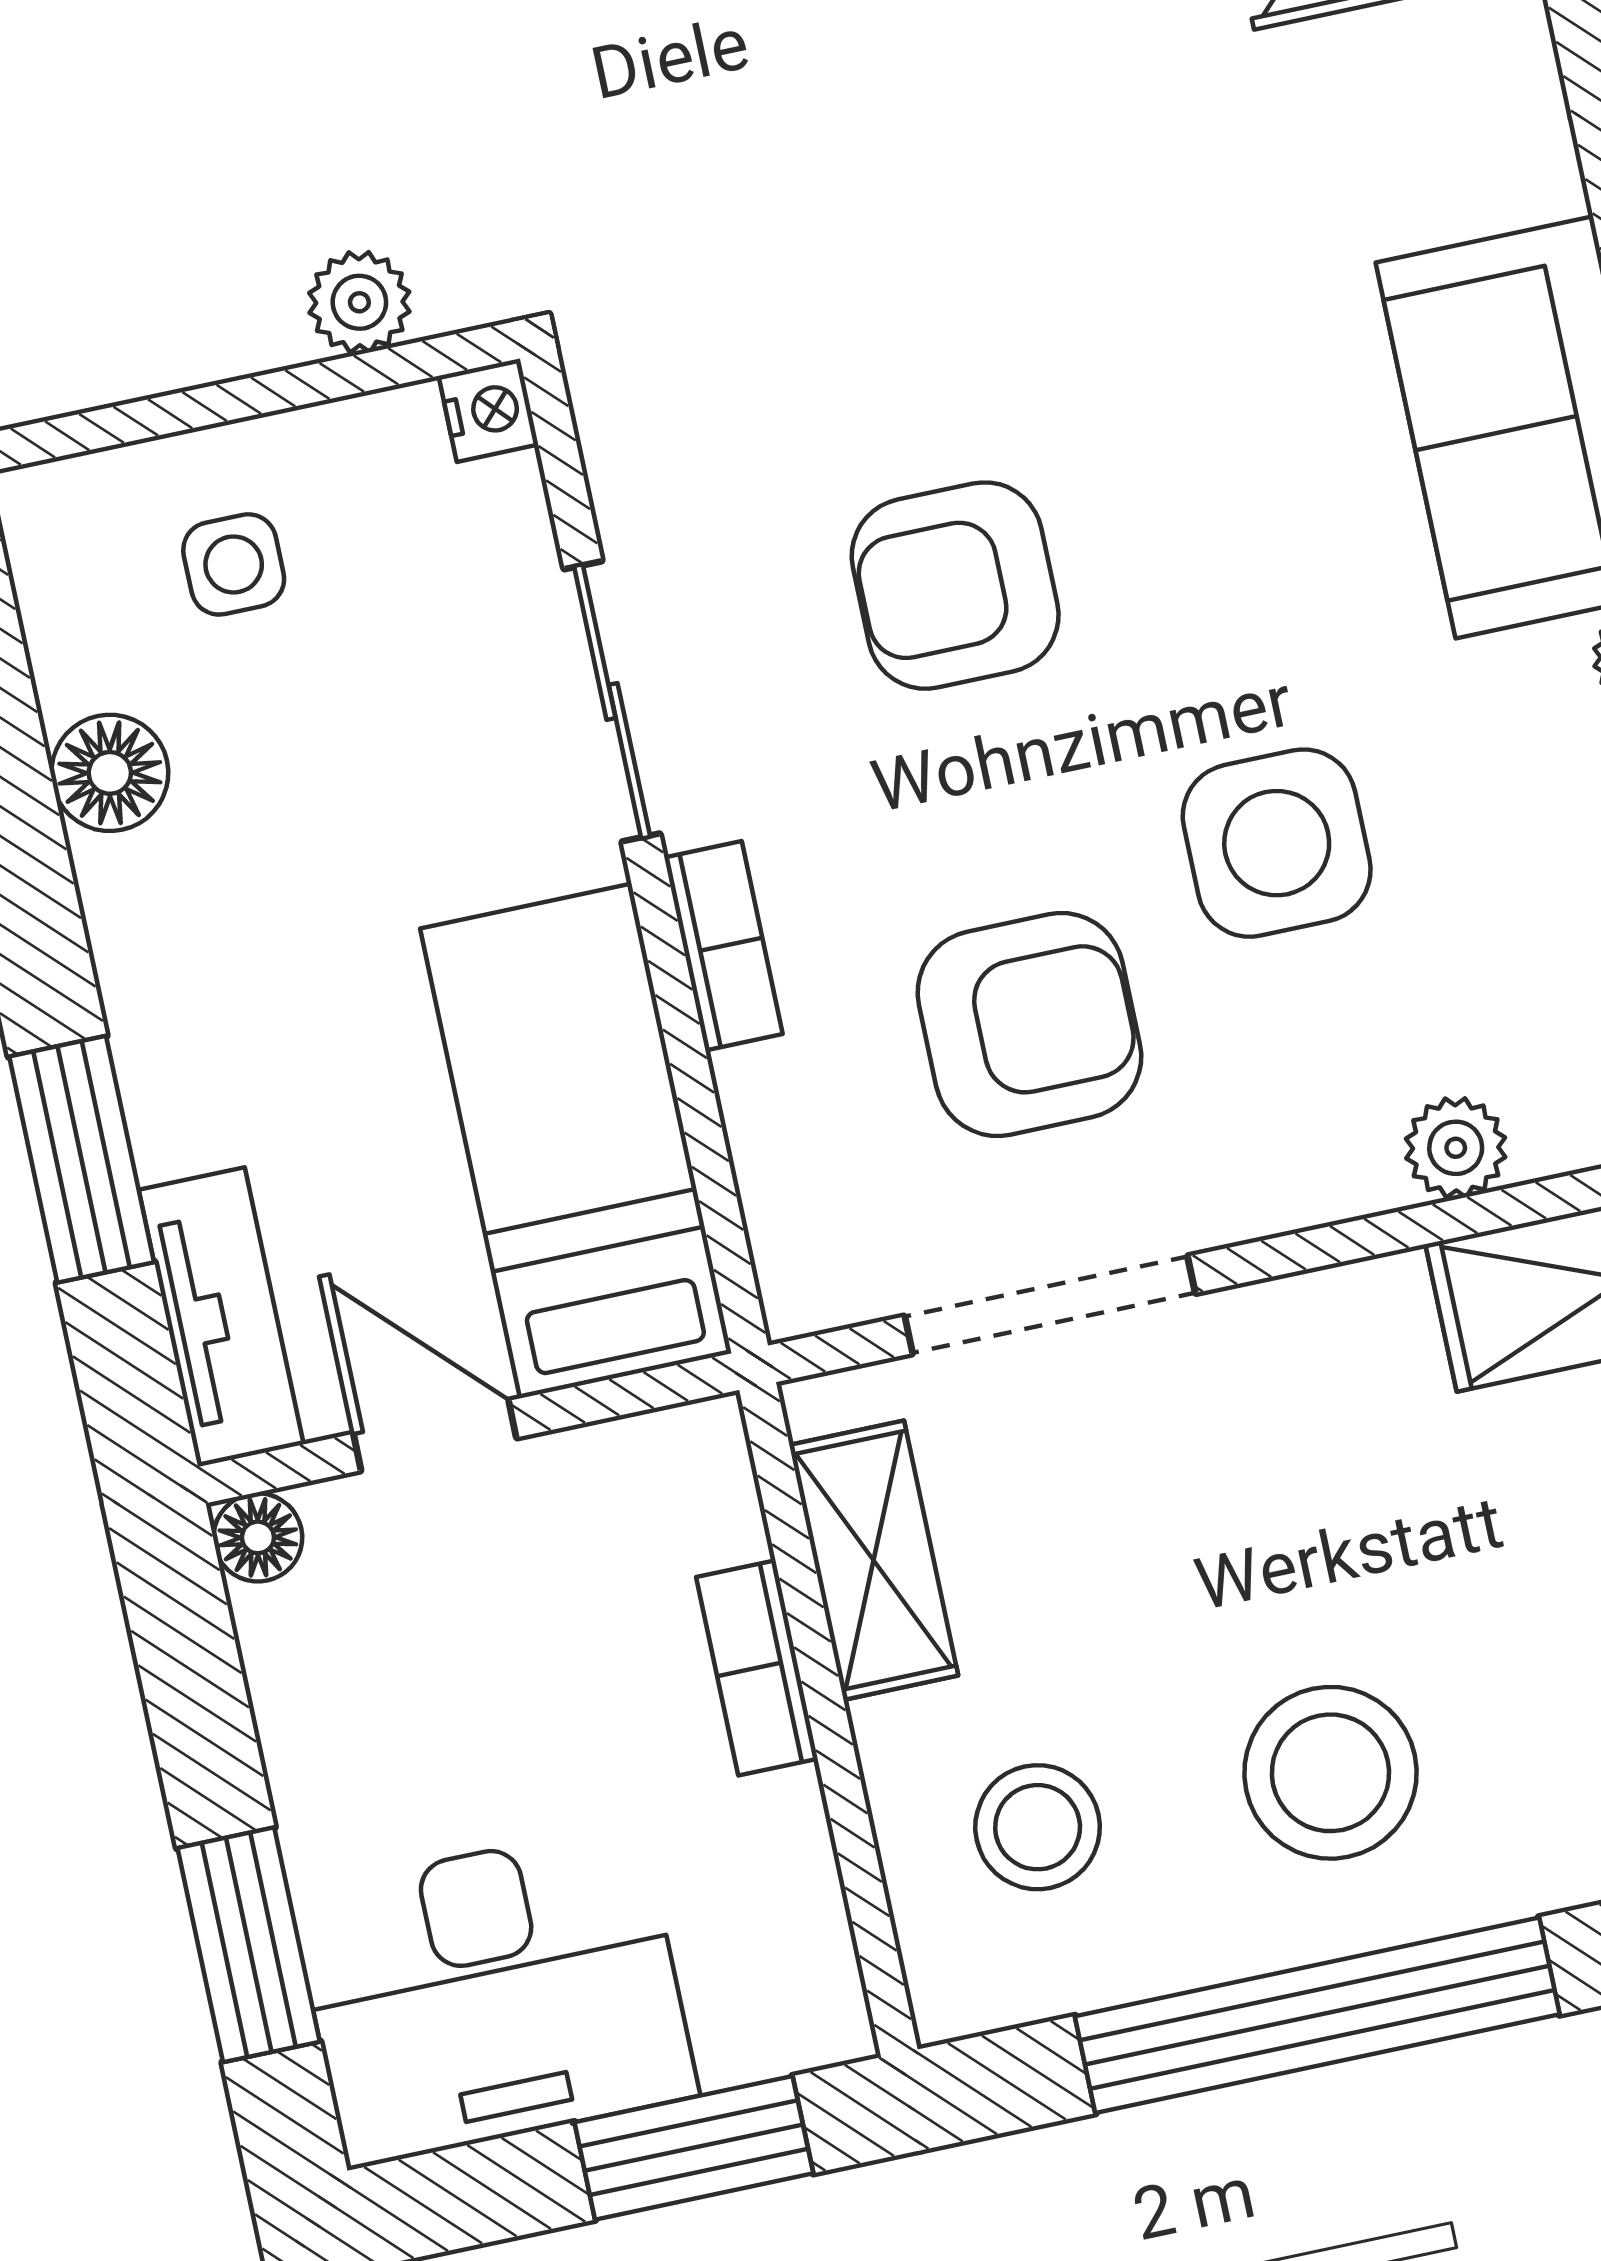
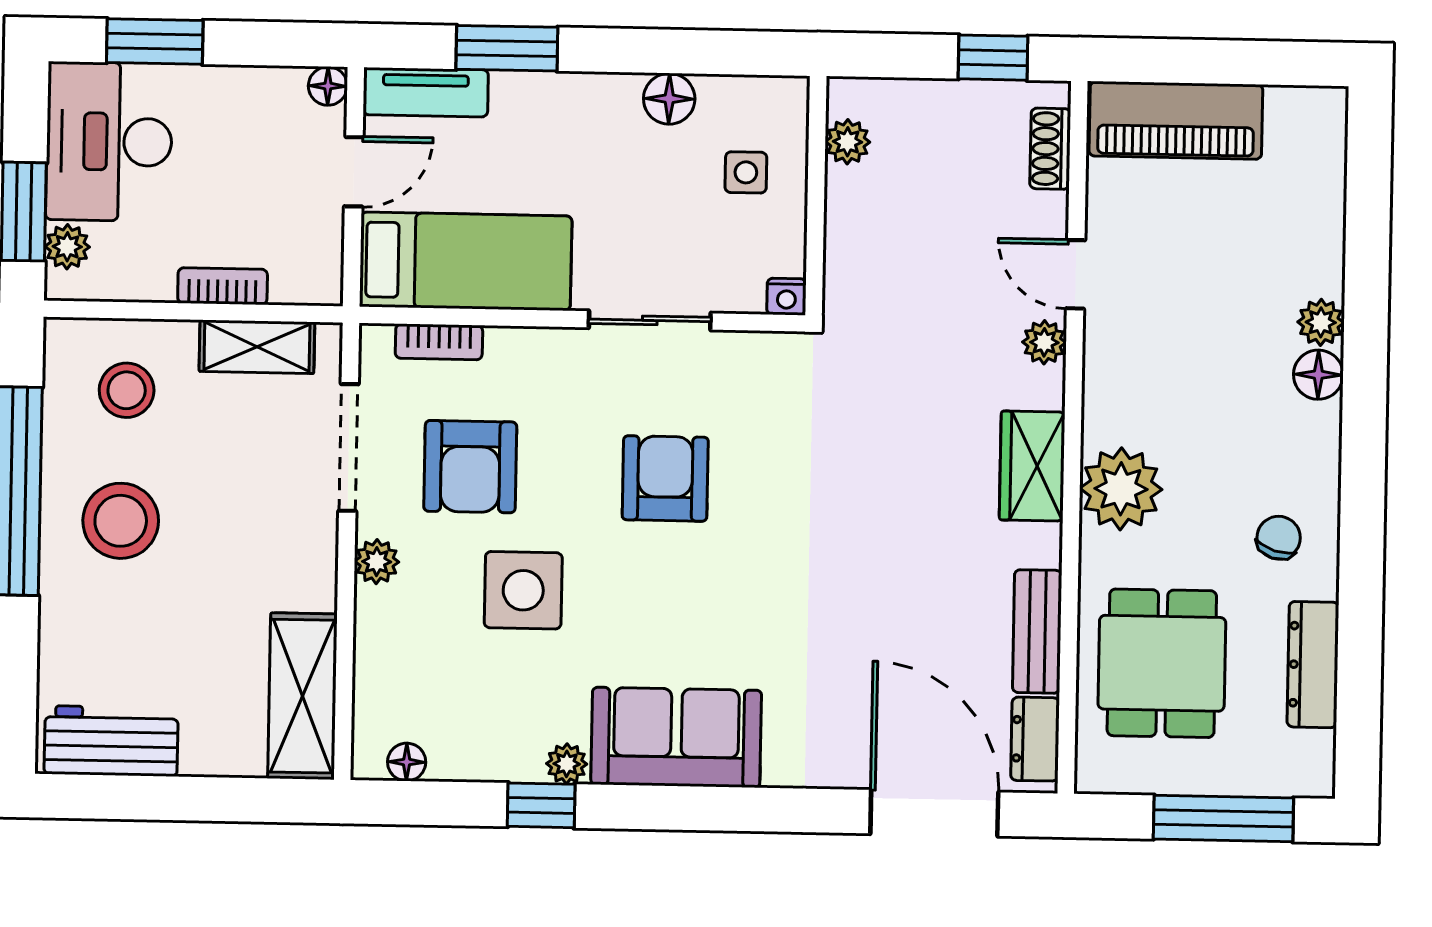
plant: (359, 302) -> (848, 142), moved
bookcase: (723, 946) -> (439, 342), moved
plant: (1456, 1148) -> (377, 562), moved
plant: (749, 2033) -> (67, 247), added

